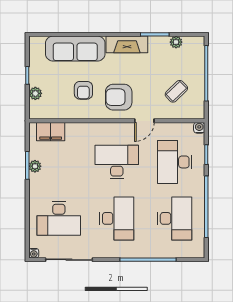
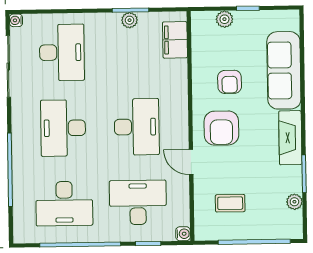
armchair: (83, 90) -> (230, 82), turned -91
coffee table: (176, 91) -> (230, 203), turned -46
armchair: (119, 97) -> (221, 128), turned 180
desk: (59, 218) -> (62, 52), turned 180
desk: (117, 218) -> (63, 128), turned 90

